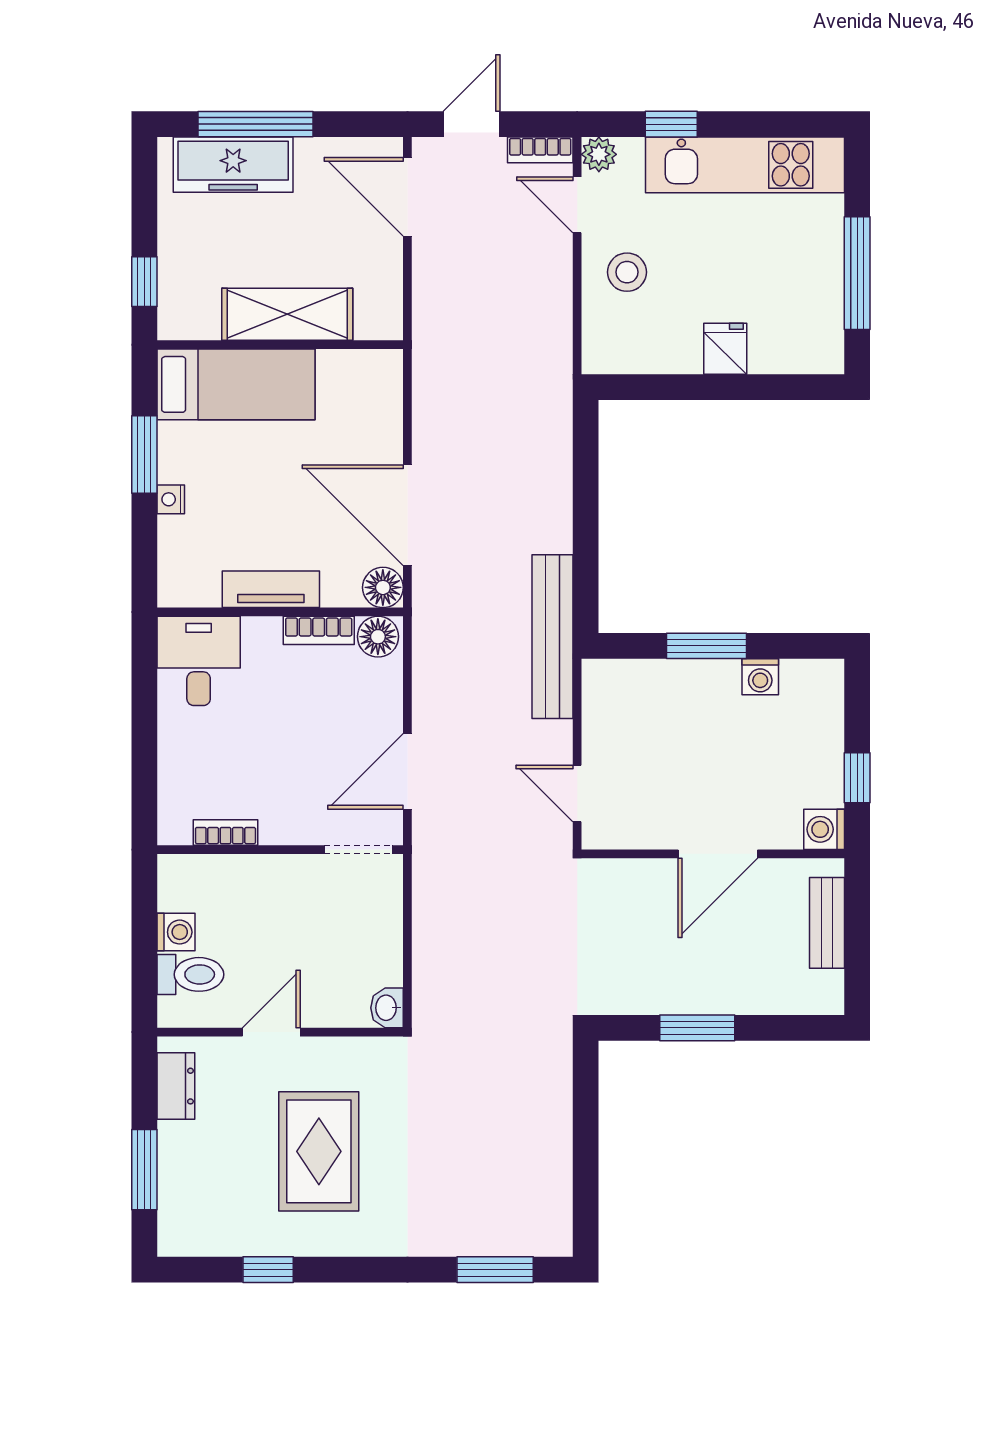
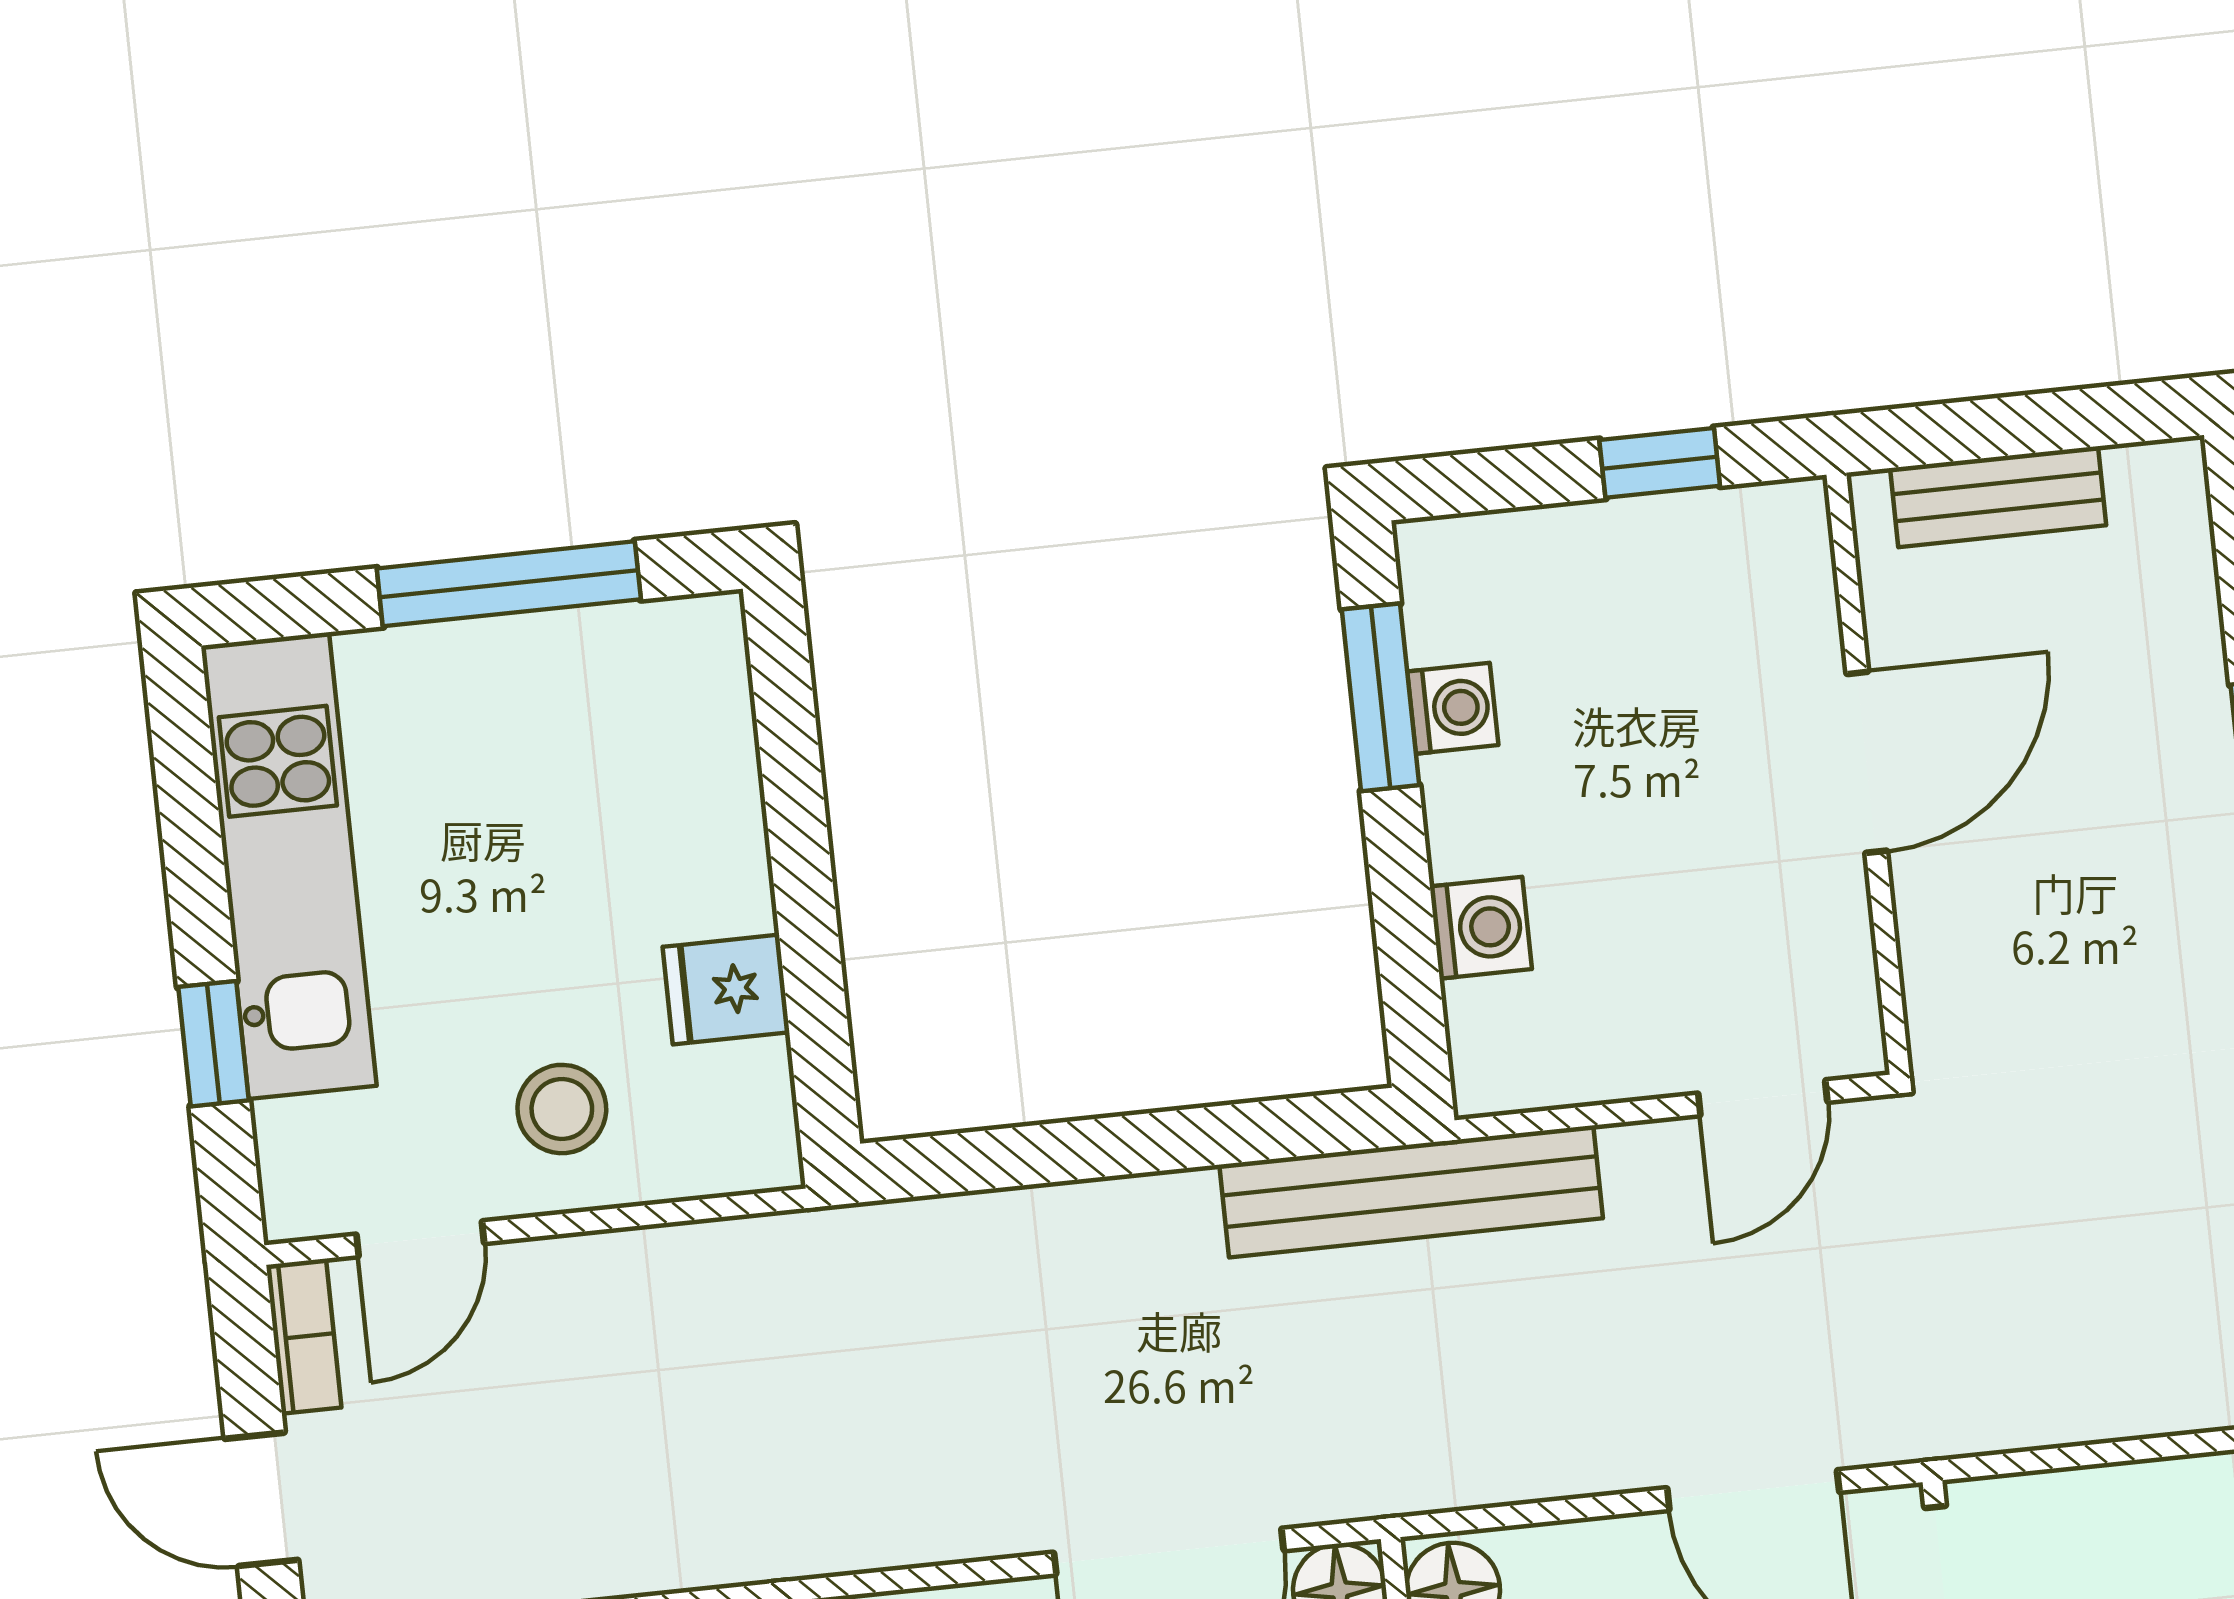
plant: (599, 154) -> (300, 1201), removed
fridge: (725, 349) -> (726, 990), moved
window: (706, 646) -> (1380, 697), moved
washing machine: (824, 829) -> (1481, 928), moved, turned -90
door: (718, 854) -> (1867, 762), hinge flipped

